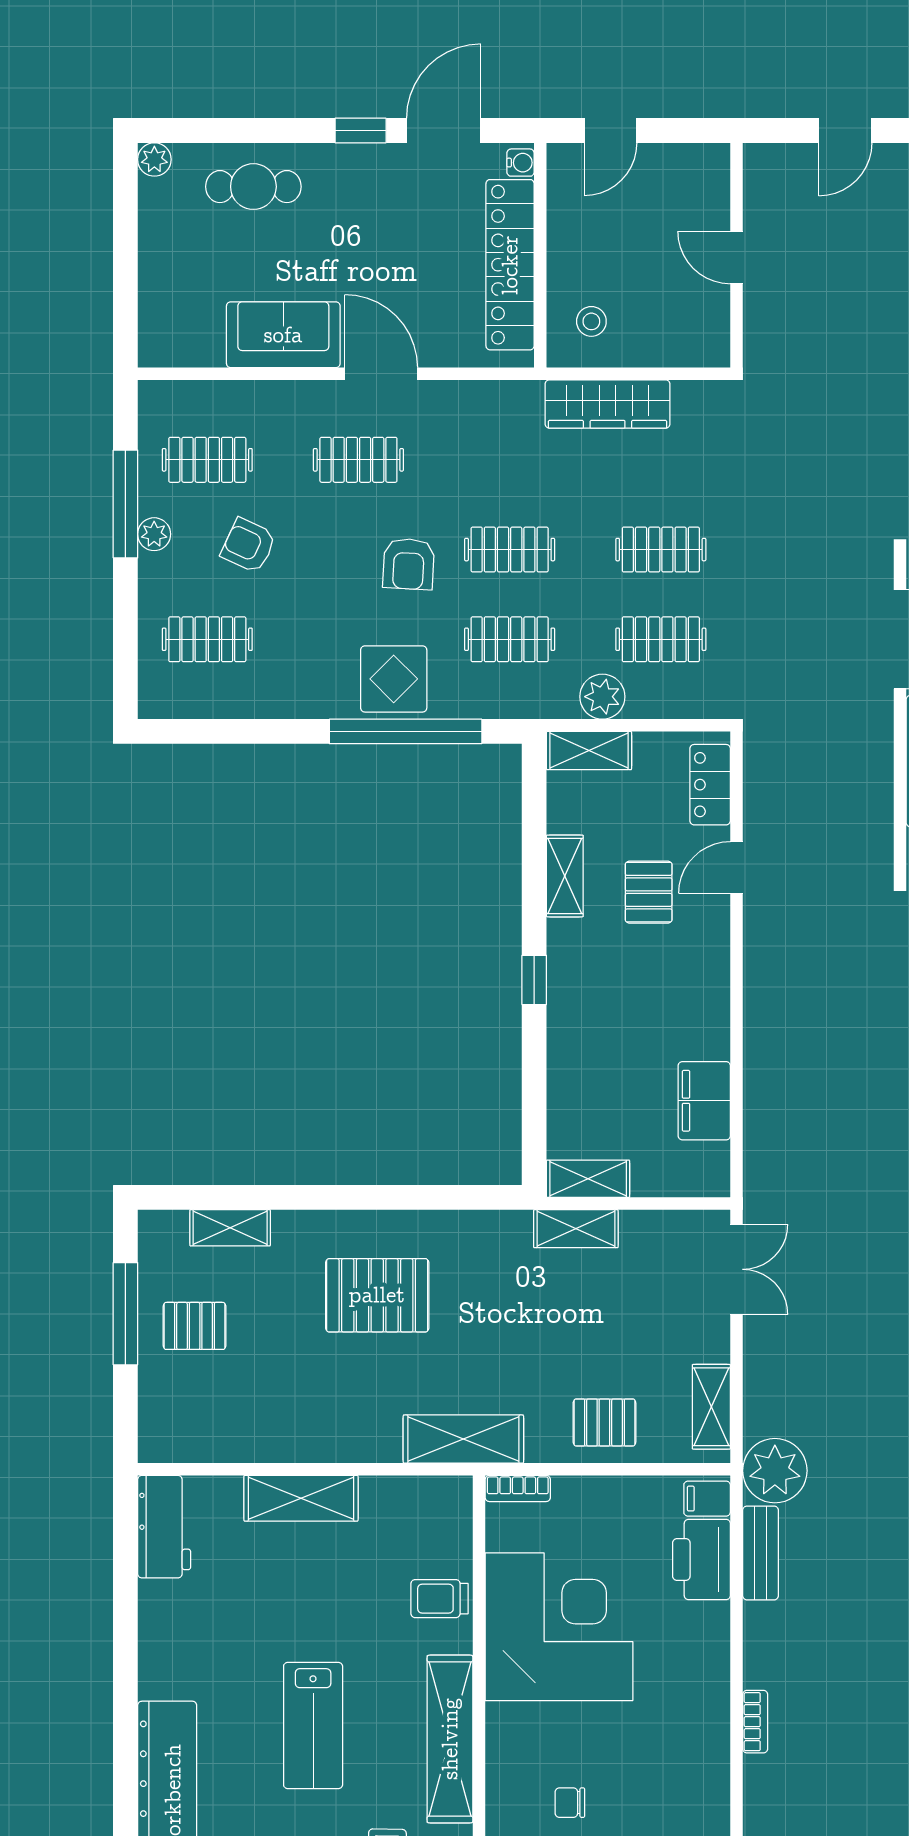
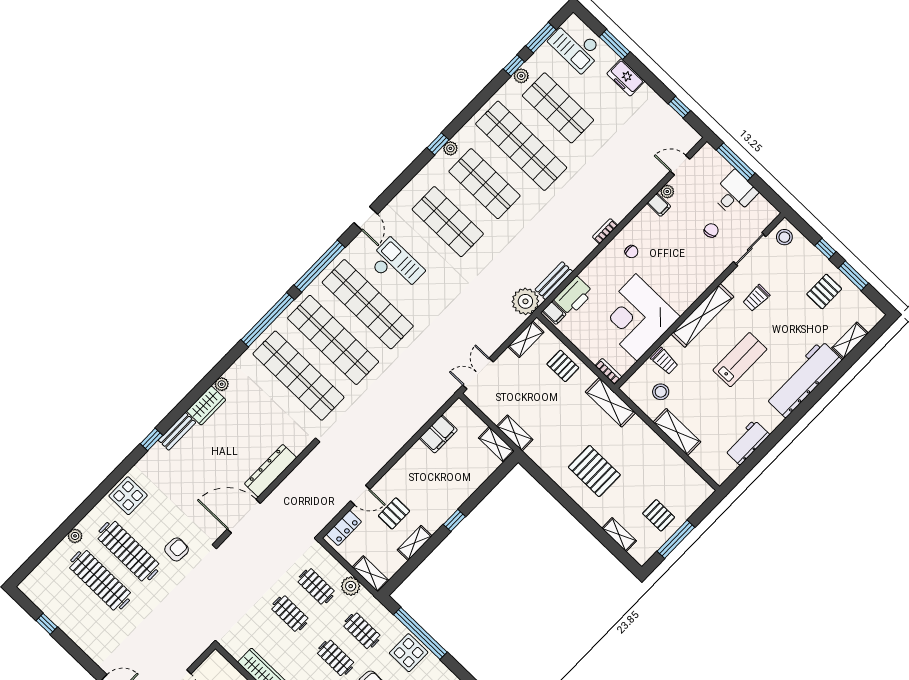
workbench: (164, 1527) -> (747, 442), moved
stool: (395, 1540) -> (661, 392), added
chair: (570, 1803) -> (631, 252), moved

